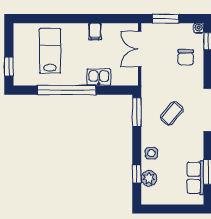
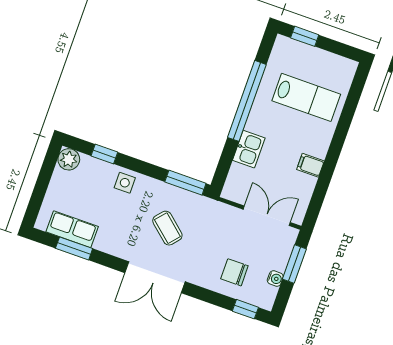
water cooler: (199, 28) -> (275, 278), moved
plant: (149, 178) -> (69, 159), moved

